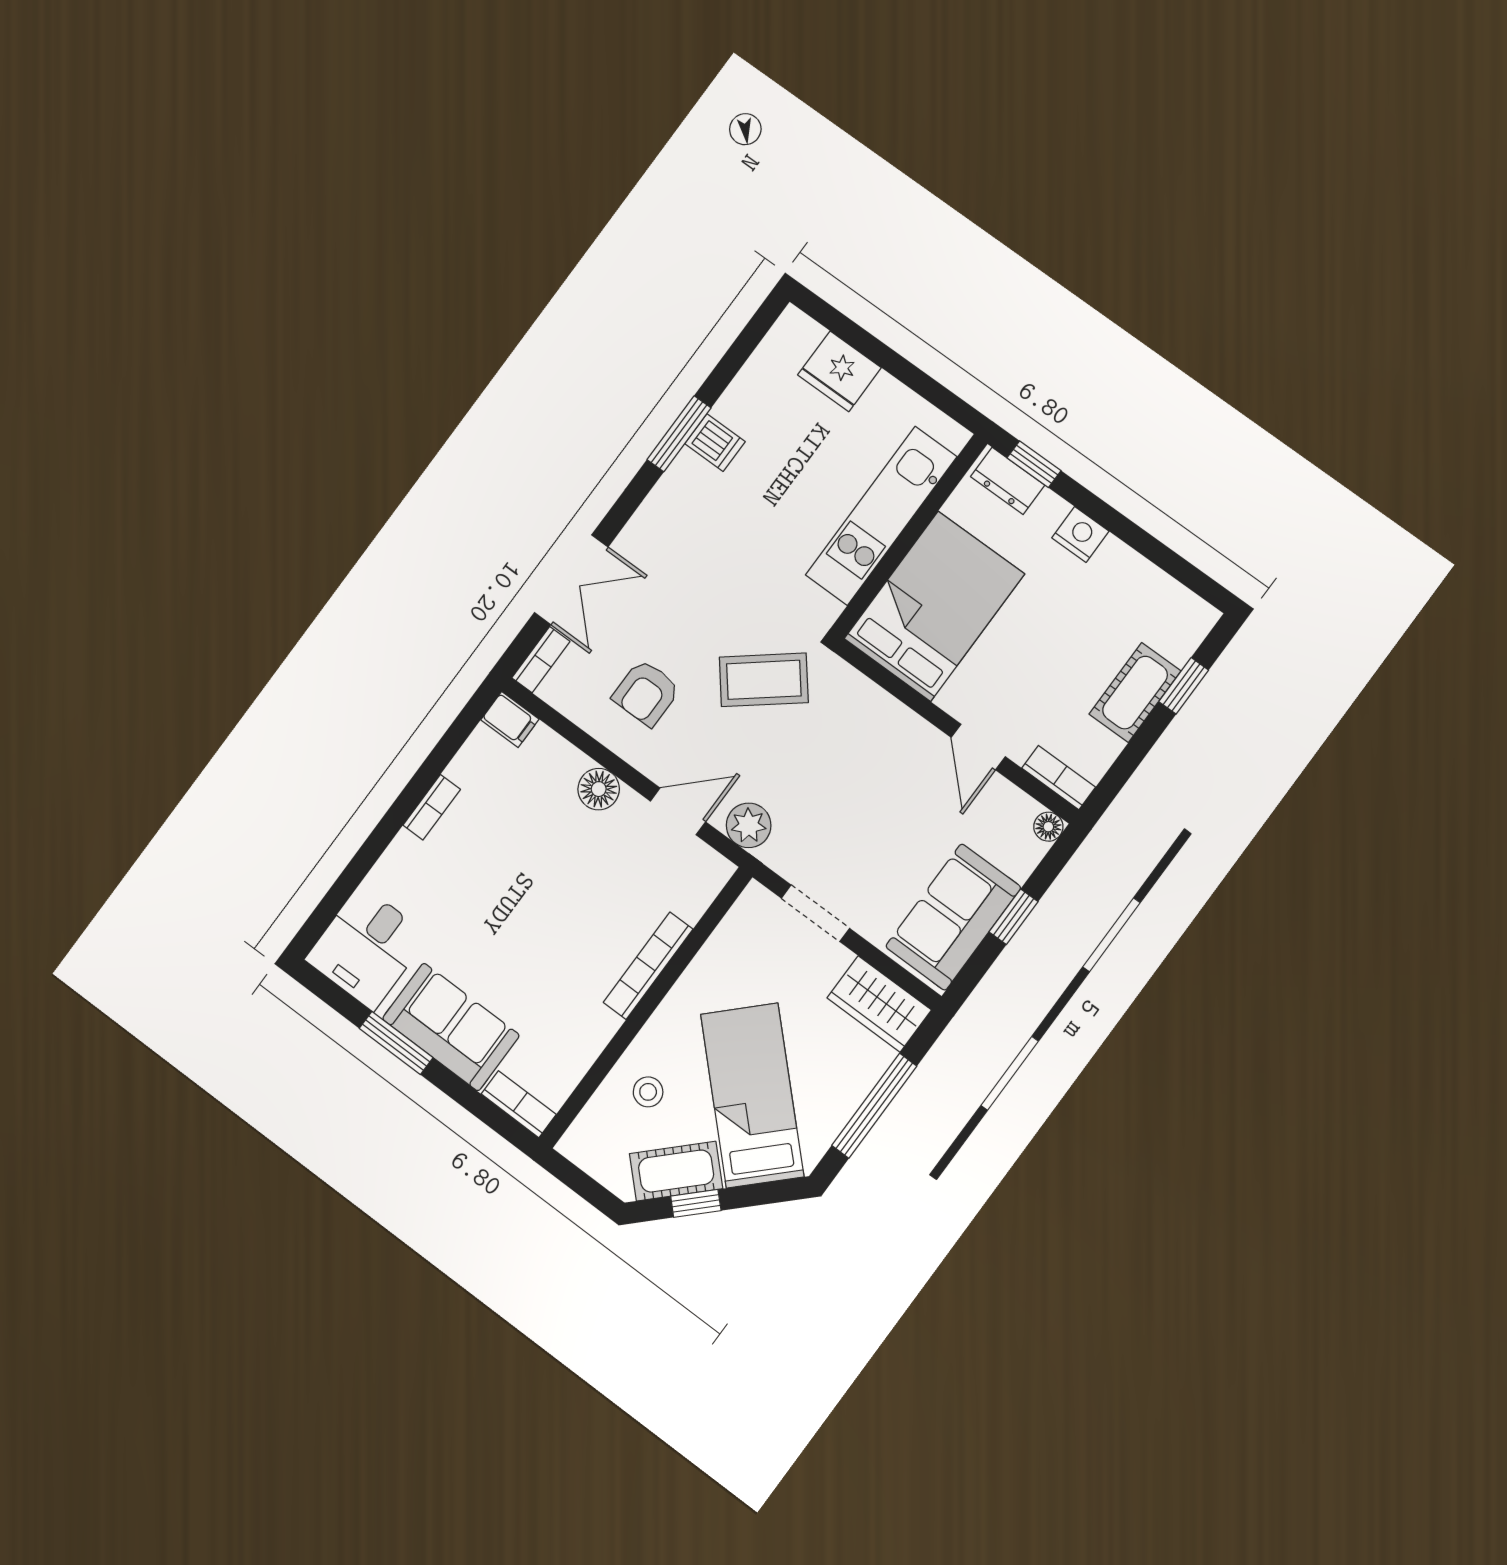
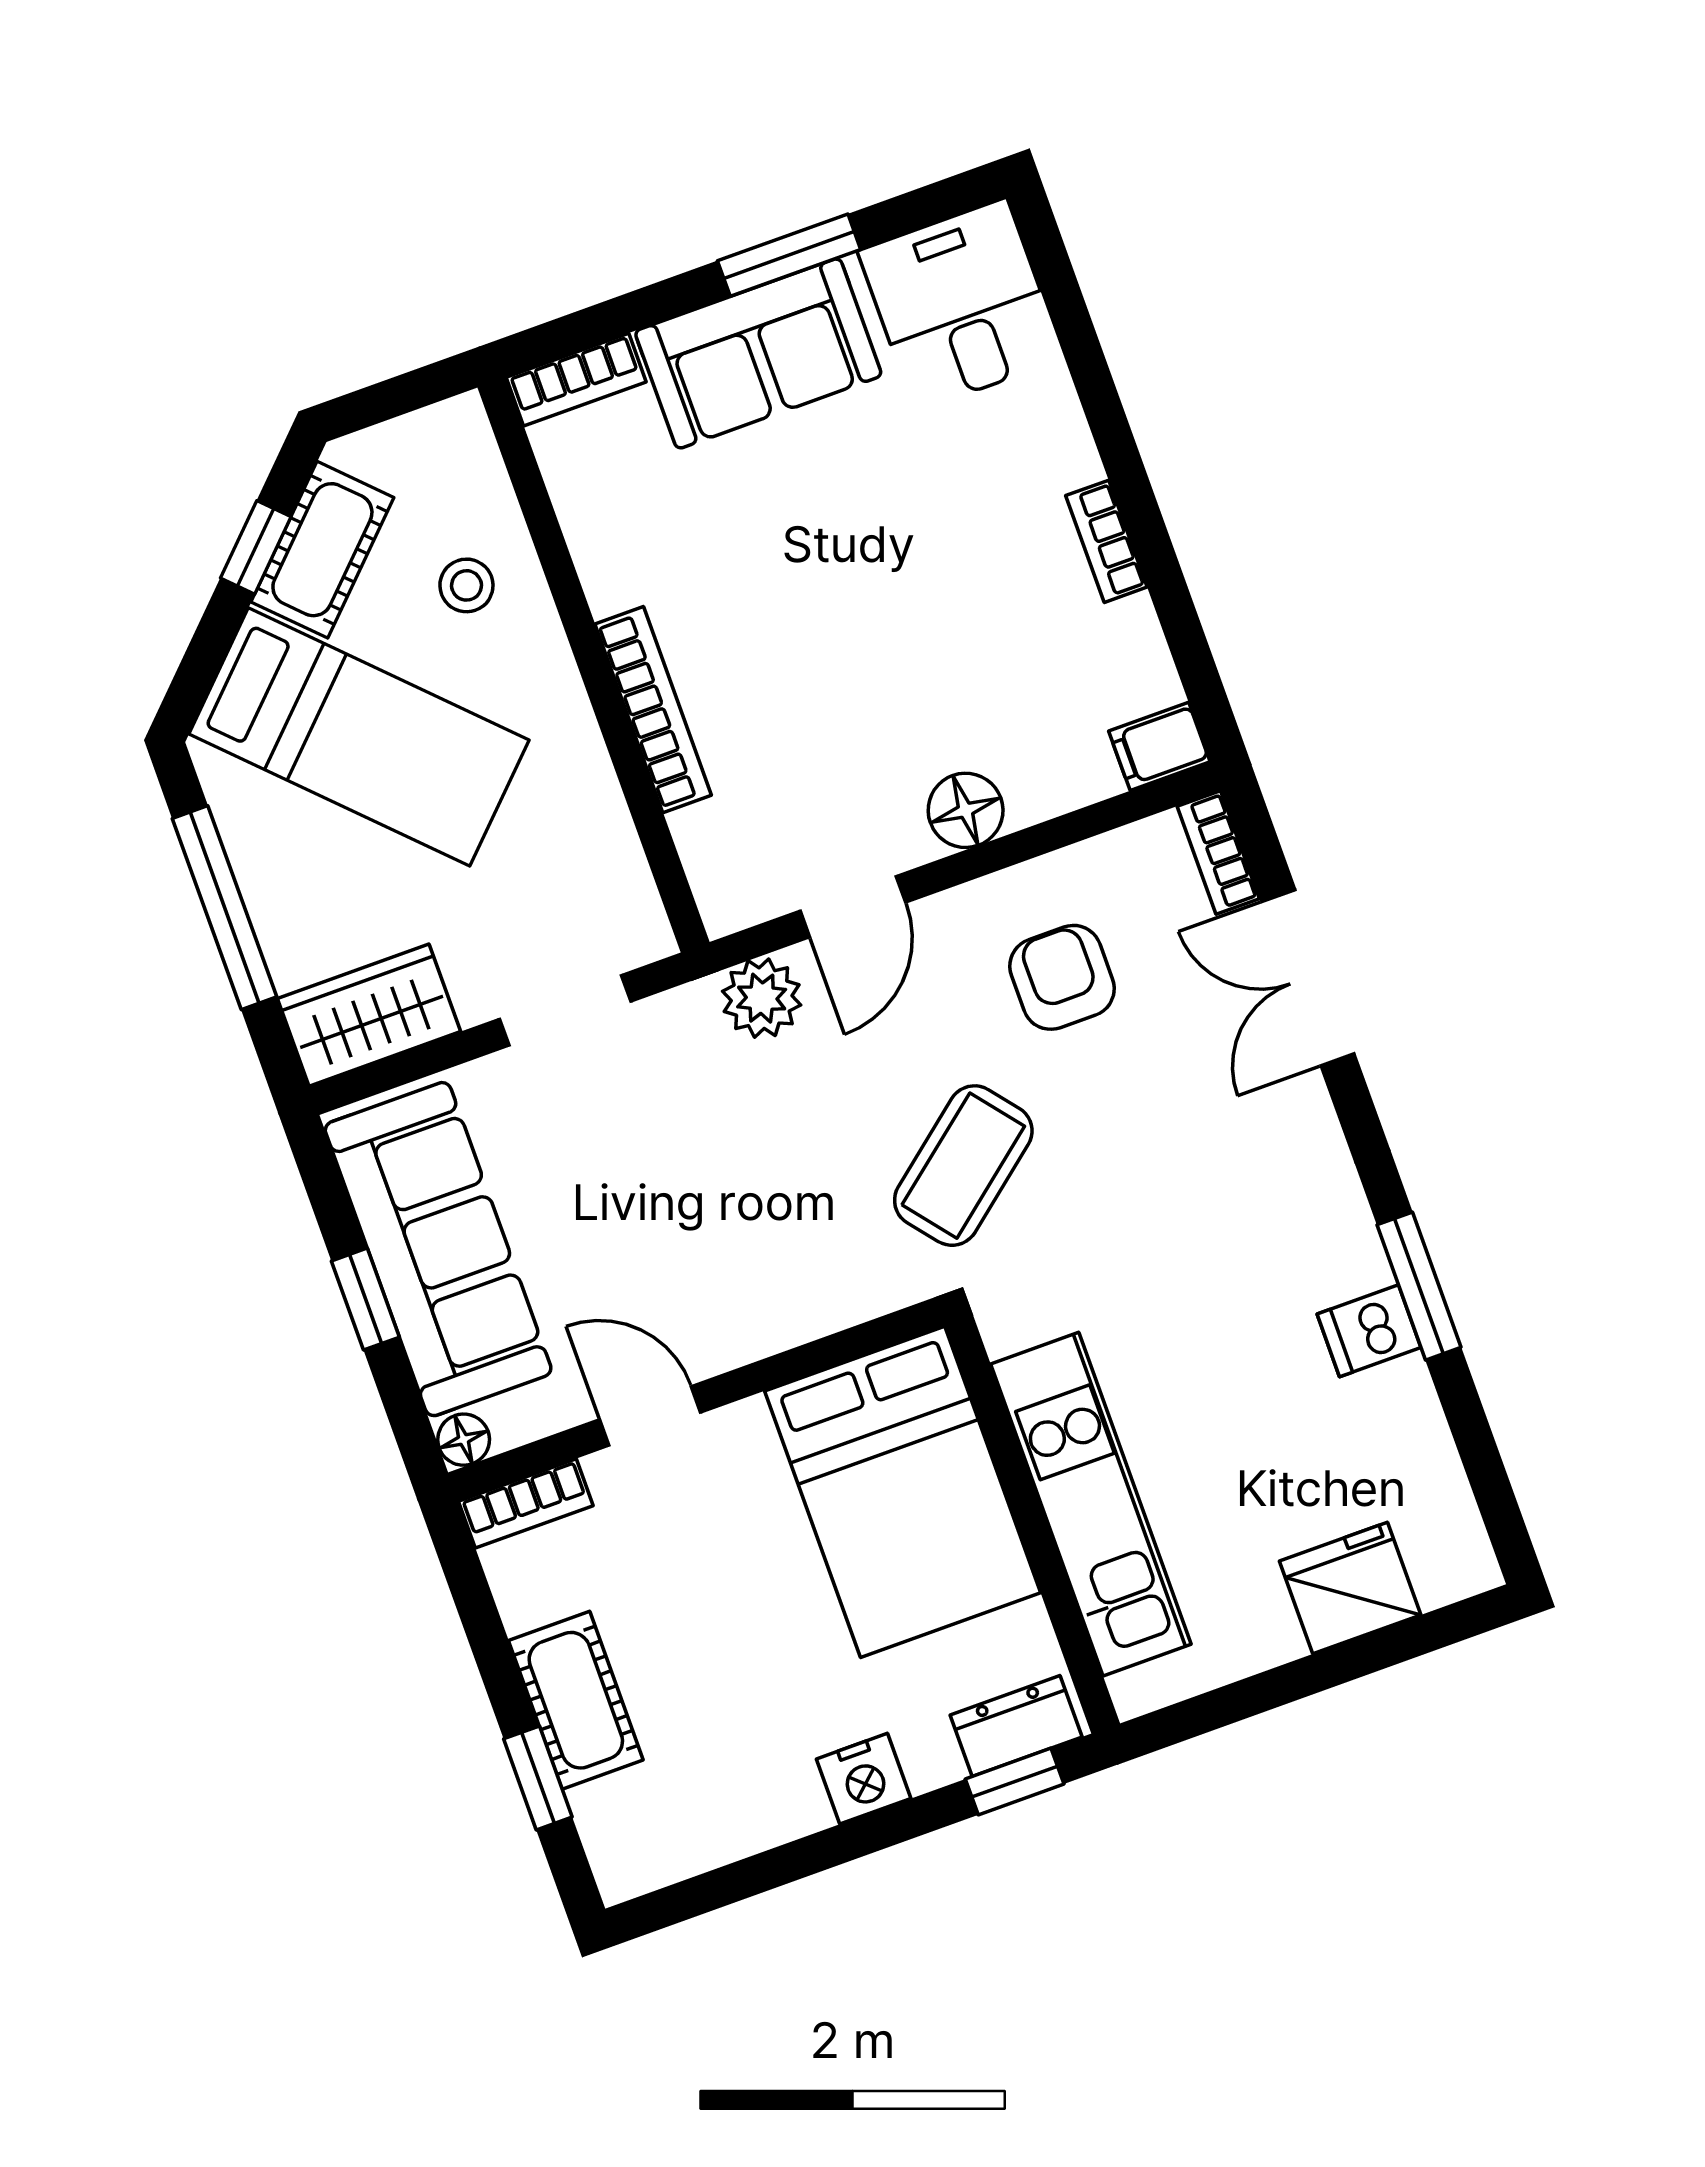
sofa: (953, 917) -> (438, 1249), width x1.36

